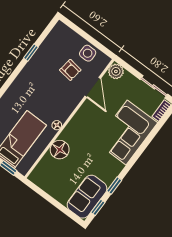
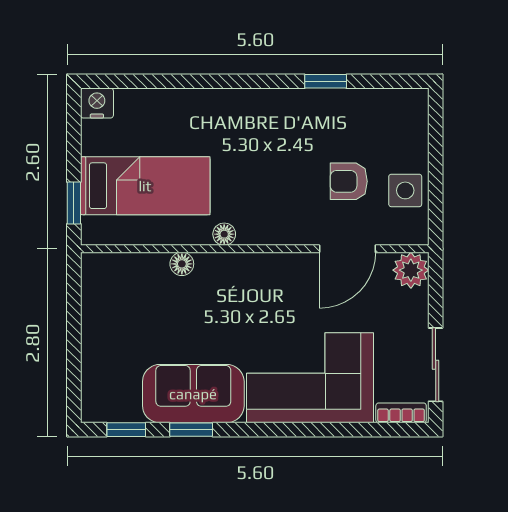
armchair: (70, 70) -> (349, 181), turned 82
floor lamp: (60, 150) -> (182, 264), width x0.53, depth x0.53
sofa: (87, 197) -> (193, 394), moved

